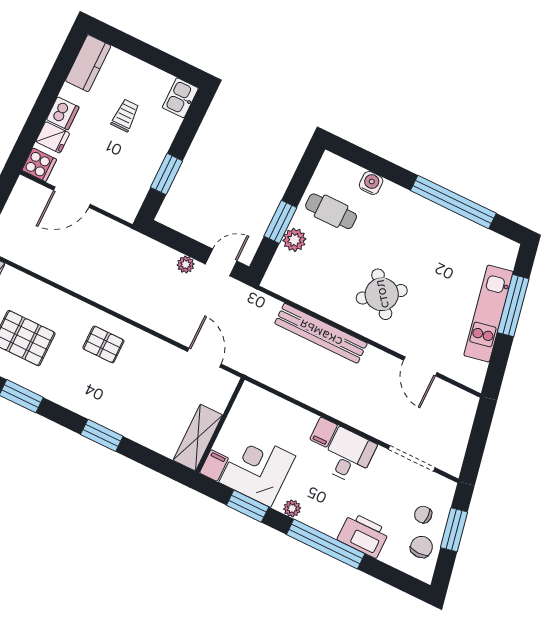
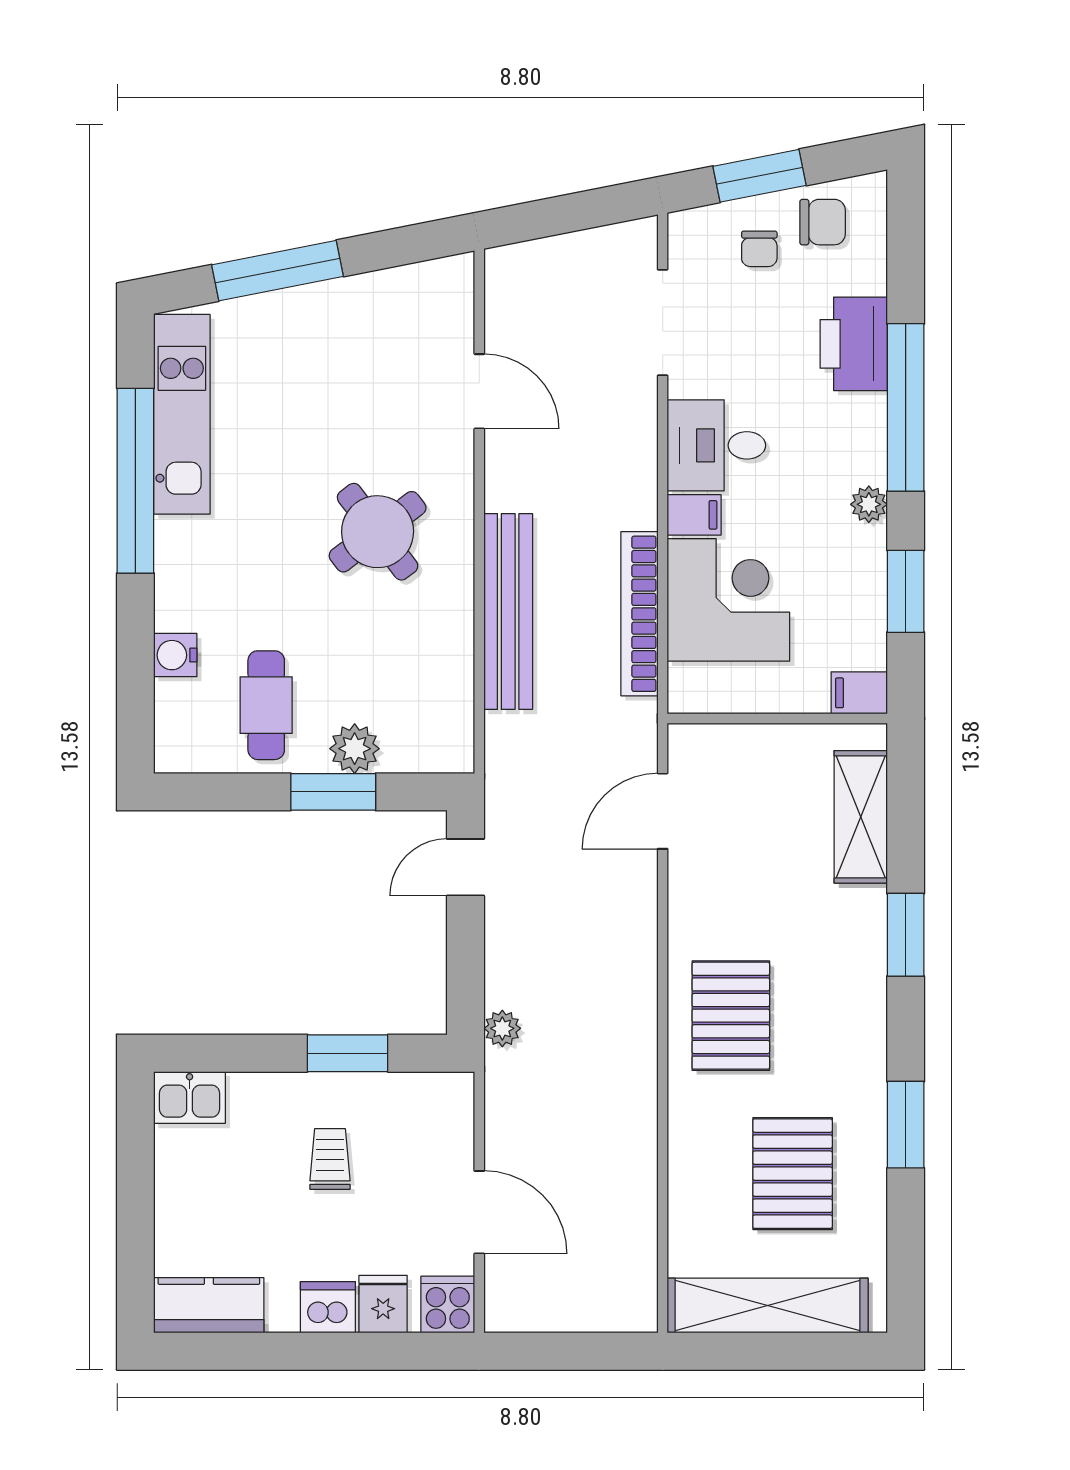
trolley: (125, 115) -> (330, 1159), moved, turned 90
door: (221, 262) -> (465, 867), hinge flipped
plant: (186, 264) -> (502, 1028), moved
kitchen unit: (488, 314) -> (182, 414), moved, turned -79
pallet: (103, 344) -> (731, 1016), width x1.50, depth x1.42
door: (420, 366) -> (479, 391), hinge flipped
bookcase: (293, 388) -> (639, 614), added
shelving: (198, 438) -> (861, 817), moved, turned 90
corner desk: (257, 469) -> (728, 600), moved, turned 180
chair: (421, 547) -> (823, 222), turned 180

